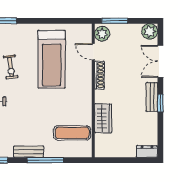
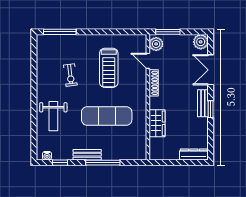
treadmill: (52, 59) -> (109, 68), width x0.73, depth x0.73
exercise mat: (72, 133) -> (107, 116), moved, width x1.36, depth x1.45
dresser: (147, 151) -> (194, 154), width x1.44

